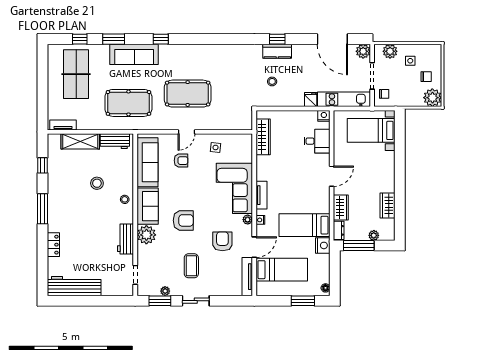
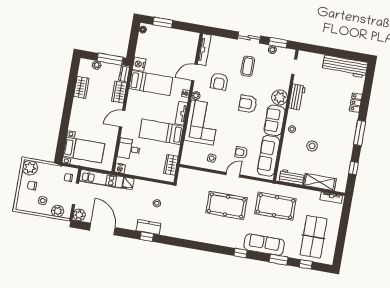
wardrobe: (263, 137) -> (171, 165), width x0.67
bed: (282, 270) -> (161, 132), moved

